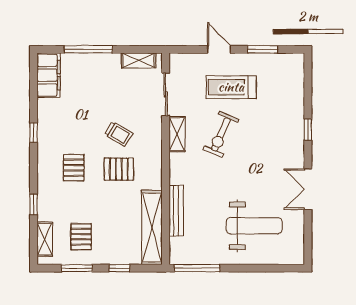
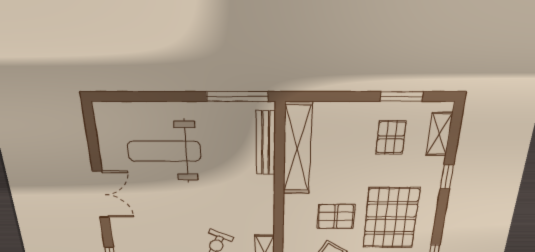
pallet: (74, 168) -> (391, 218), width x2.05, depth x2.00
bench: (176, 211) -> (266, 143), moved
window: (119, 268) -> (343, 96), removed

